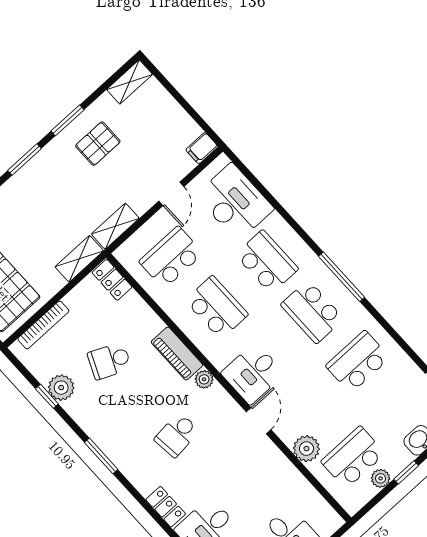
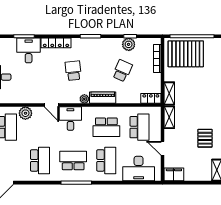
filing cabinet: (202, 148) -> (174, 174), width x2.00
school desk: (267, 262) -> (106, 160), turned -90
locker: (166, 507) -> (56, 43), width x1.53

